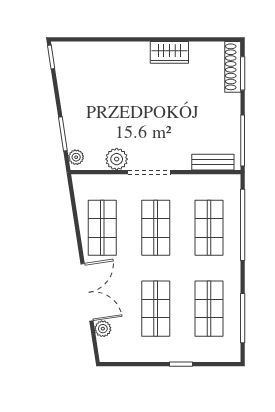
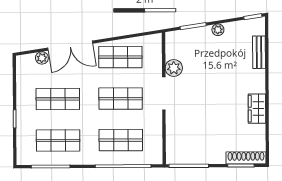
plant: (76, 157) -> (218, 30), moved
bench: (213, 162) -> (259, 52), moved

